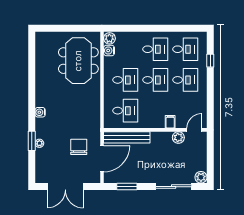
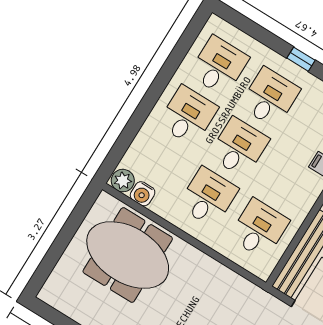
window: (210, 61) -> (301, 59), moved

